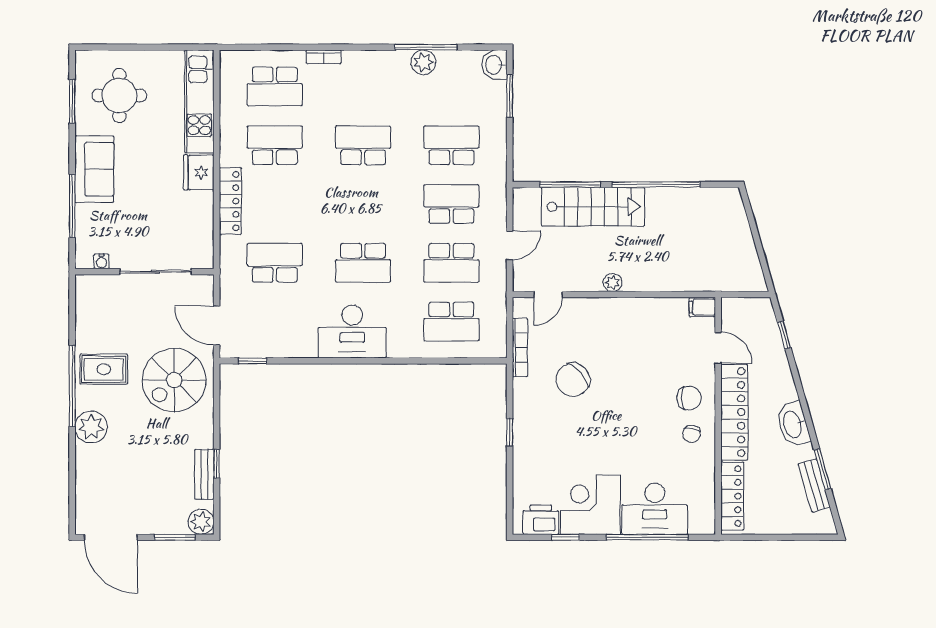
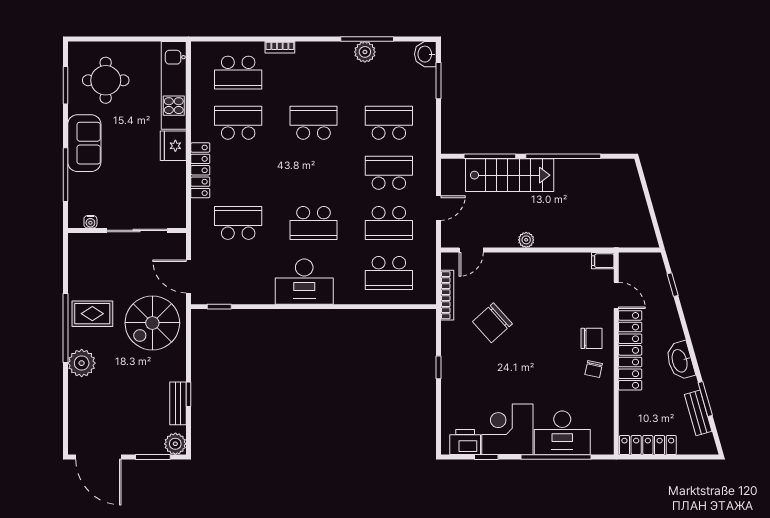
locker: (732, 496) -> (648, 445), moved, turned -90

